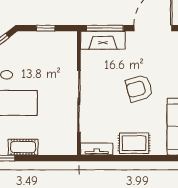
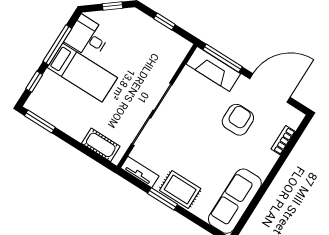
armchair: (139, 88) -> (238, 120), moved, turned 106
cot: (23, 147) -> (101, 145), moved
window: (126, 158) -> (163, 199), added

